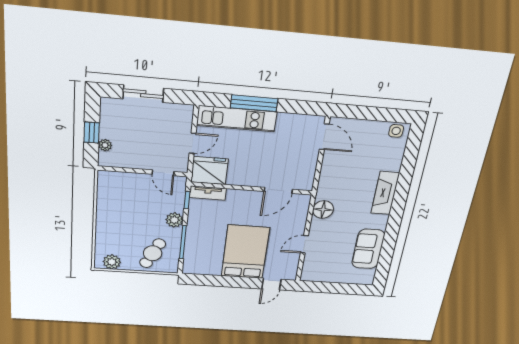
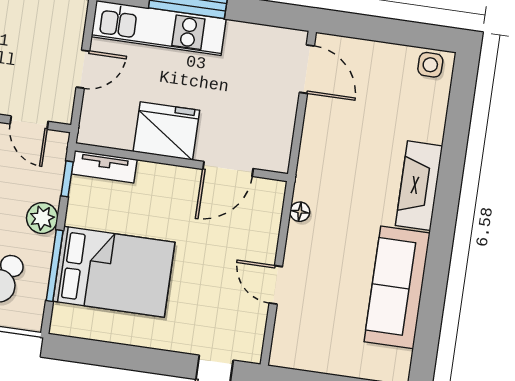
fridge: (209, 171) -> (166, 131), moved
floor lamp: (323, 210) -> (300, 212), width x0.53, depth x0.53
door: (304, 244) -> (276, 285), hinge flipped
sofa: (368, 249) -> (397, 287), width x1.36
bed: (245, 252) -> (114, 272), moved, turned 90

